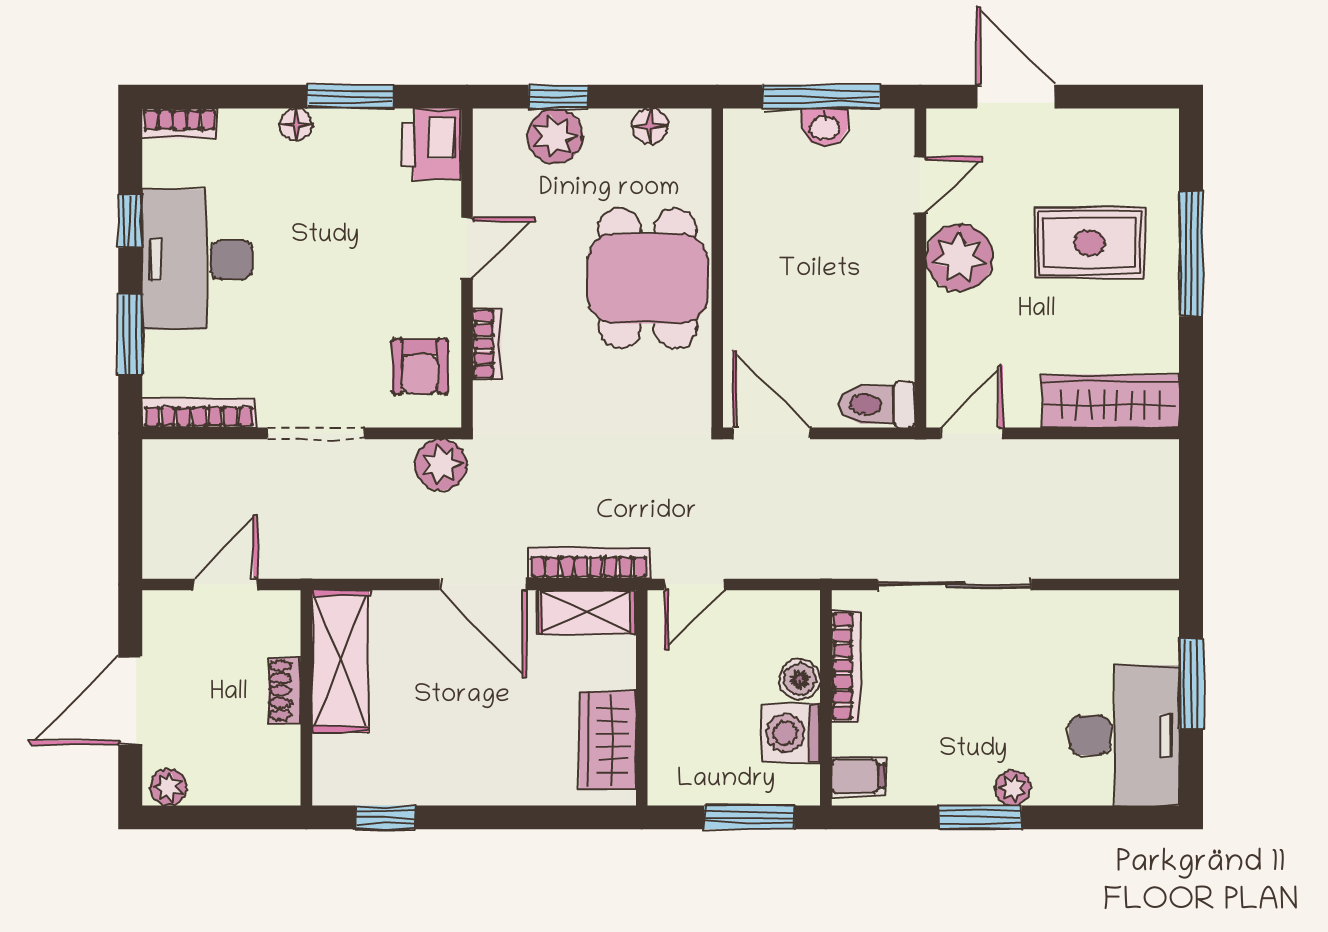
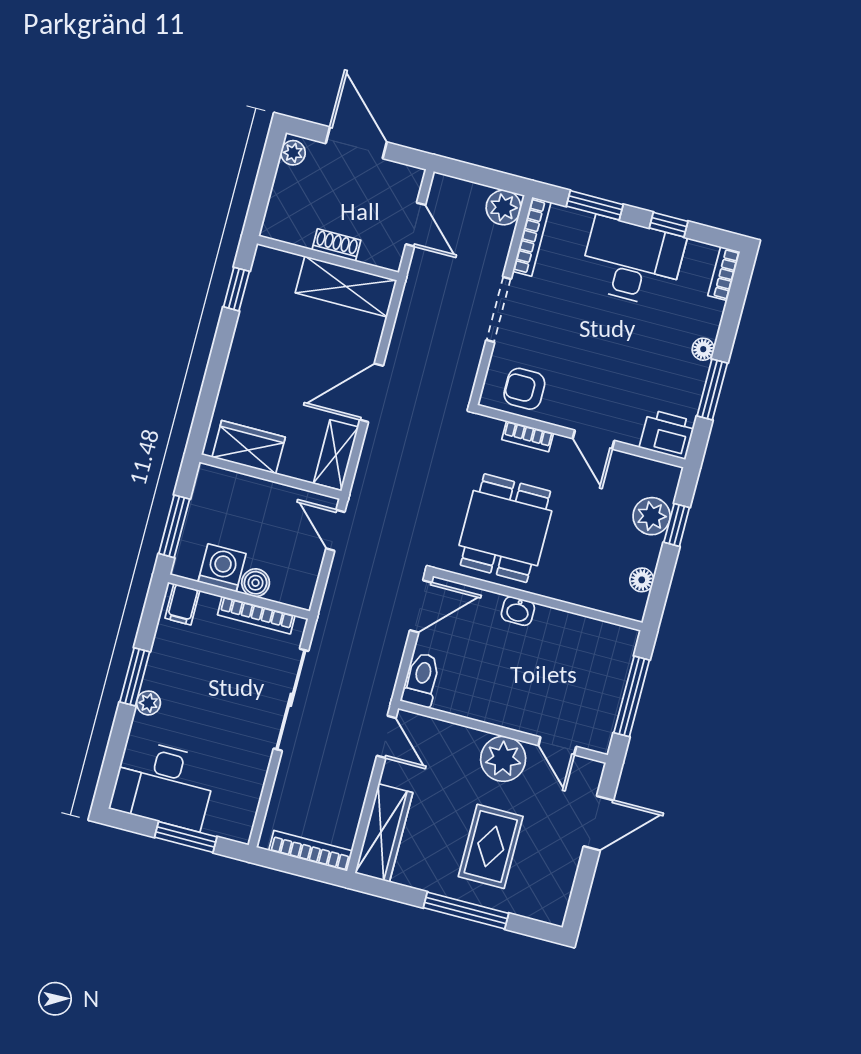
washbasin: (825, 127) -> (518, 611), moved, turned -90
dining table: (648, 278) -> (505, 528), moved, turned 90
plant: (441, 465) -> (503, 207), moved
bookcase: (589, 563) -> (311, 851), moved, turned -90

